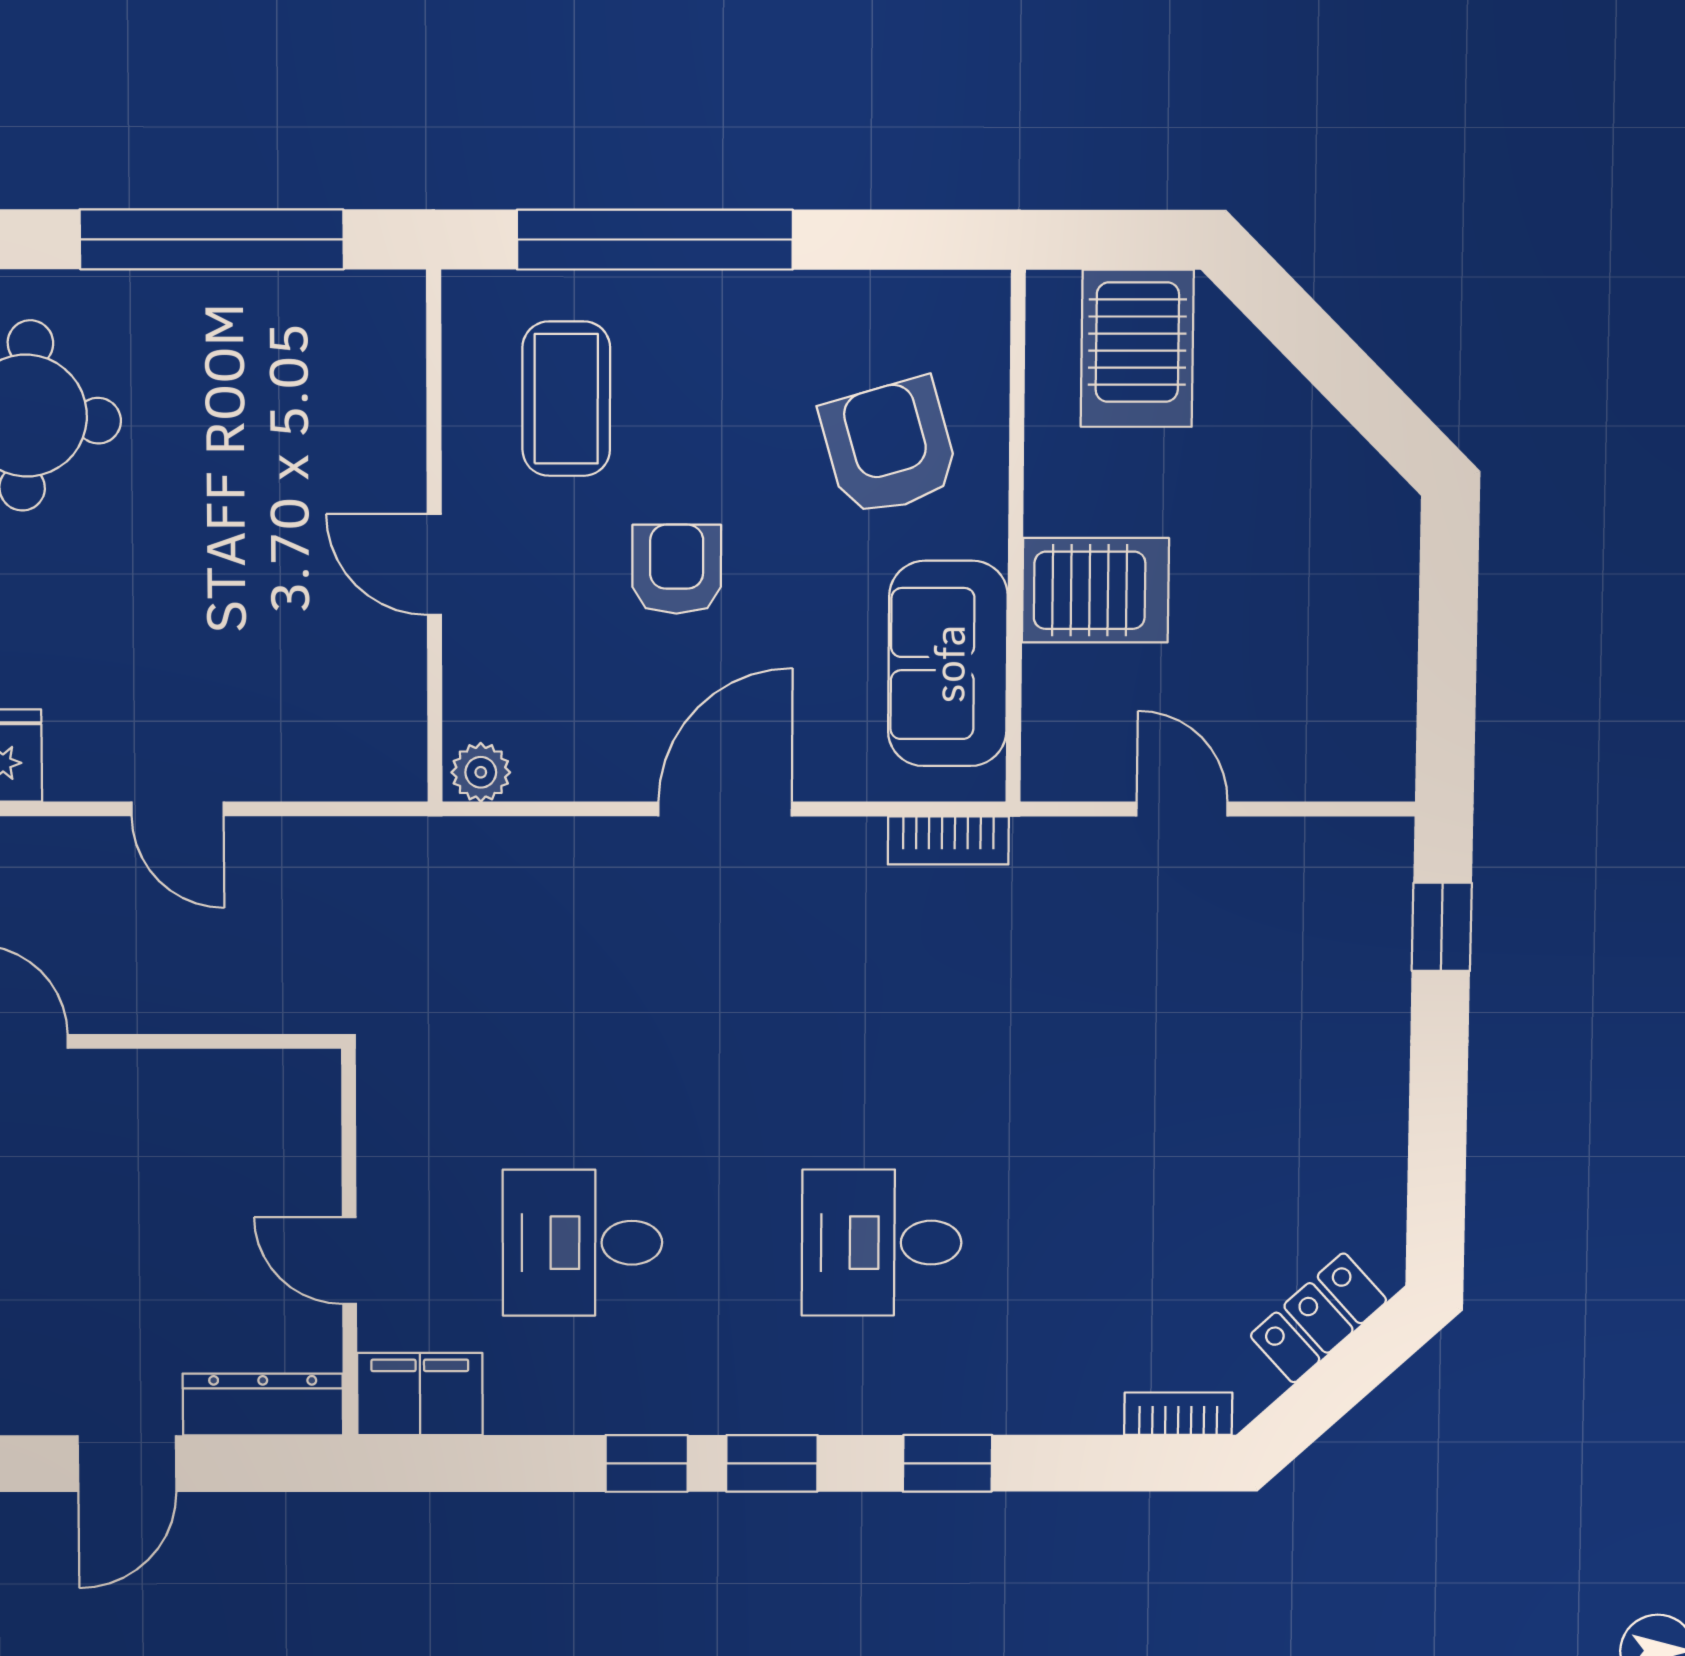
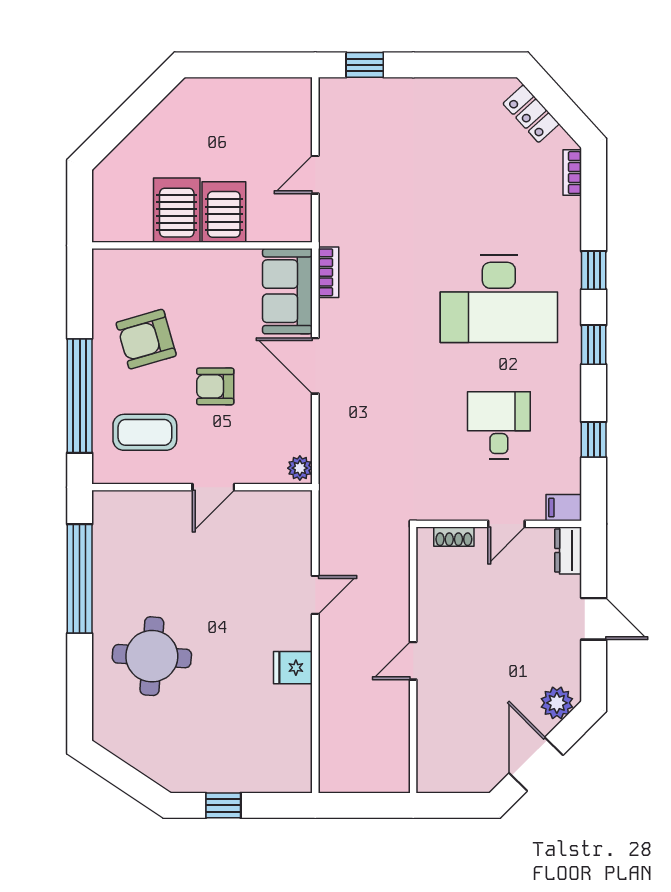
server rack: (1137, 348) -> (177, 210), moved, turned -90
armchair: (889, 447) -> (146, 339), moved
sofa: (948, 664) -> (287, 291), moved, turned 90
shoe rack: (318, 1137) -> (454, 537), added
desk: (582, 1243) -> (499, 425), turned 180
desk: (882, 1243) -> (499, 299), width x1.87, depth x1.30
filing cabinet: (420, 1394) -> (564, 508), width x0.50
dresser: (263, 1404) -> (568, 551), width x0.70
window: (647, 1463) -> (594, 440), moved

